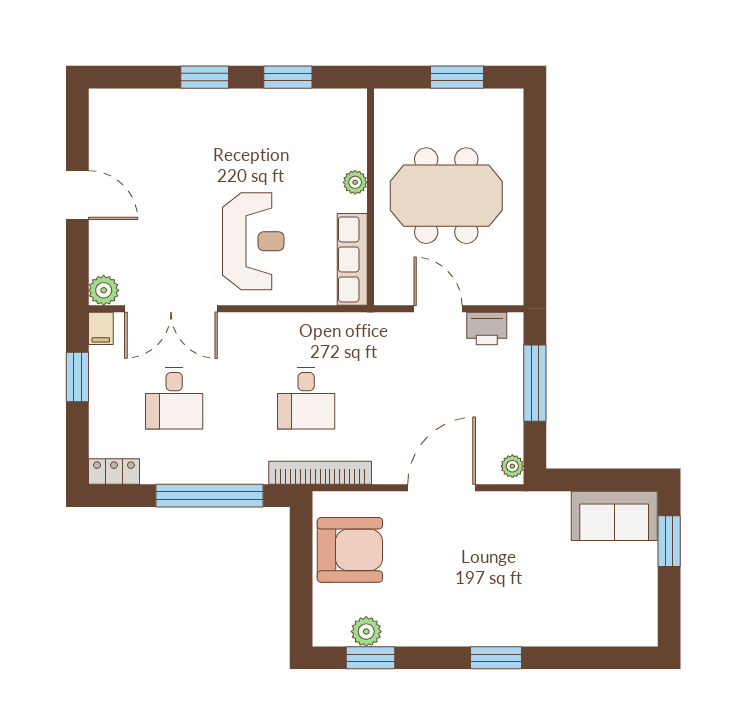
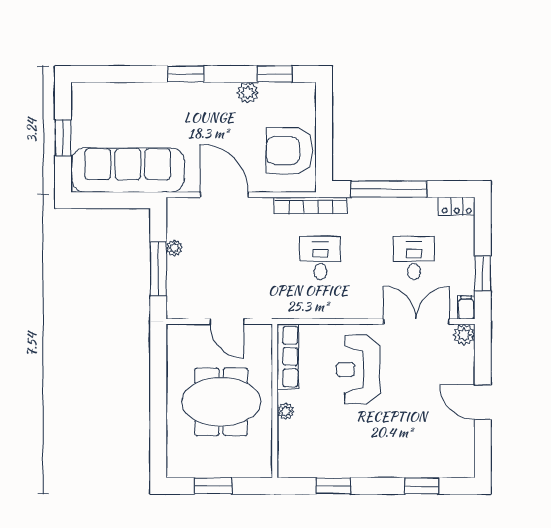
window: (205, 77) -> (422, 486), moved
printer: (487, 329) -> (192, 308), removed
plant: (512, 466) -> (174, 248), moved
door: (442, 488) -> (224, 195), swing flipped
sofa: (614, 516) -> (128, 170), width x1.85, depth x1.27
window: (669, 541) -> (63, 138), moved
plant: (366, 632) -> (248, 93), moved

